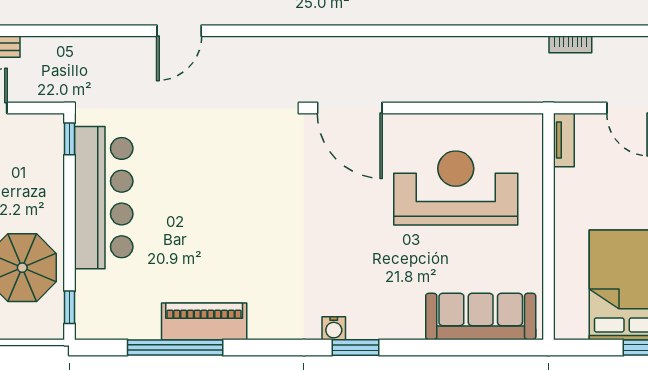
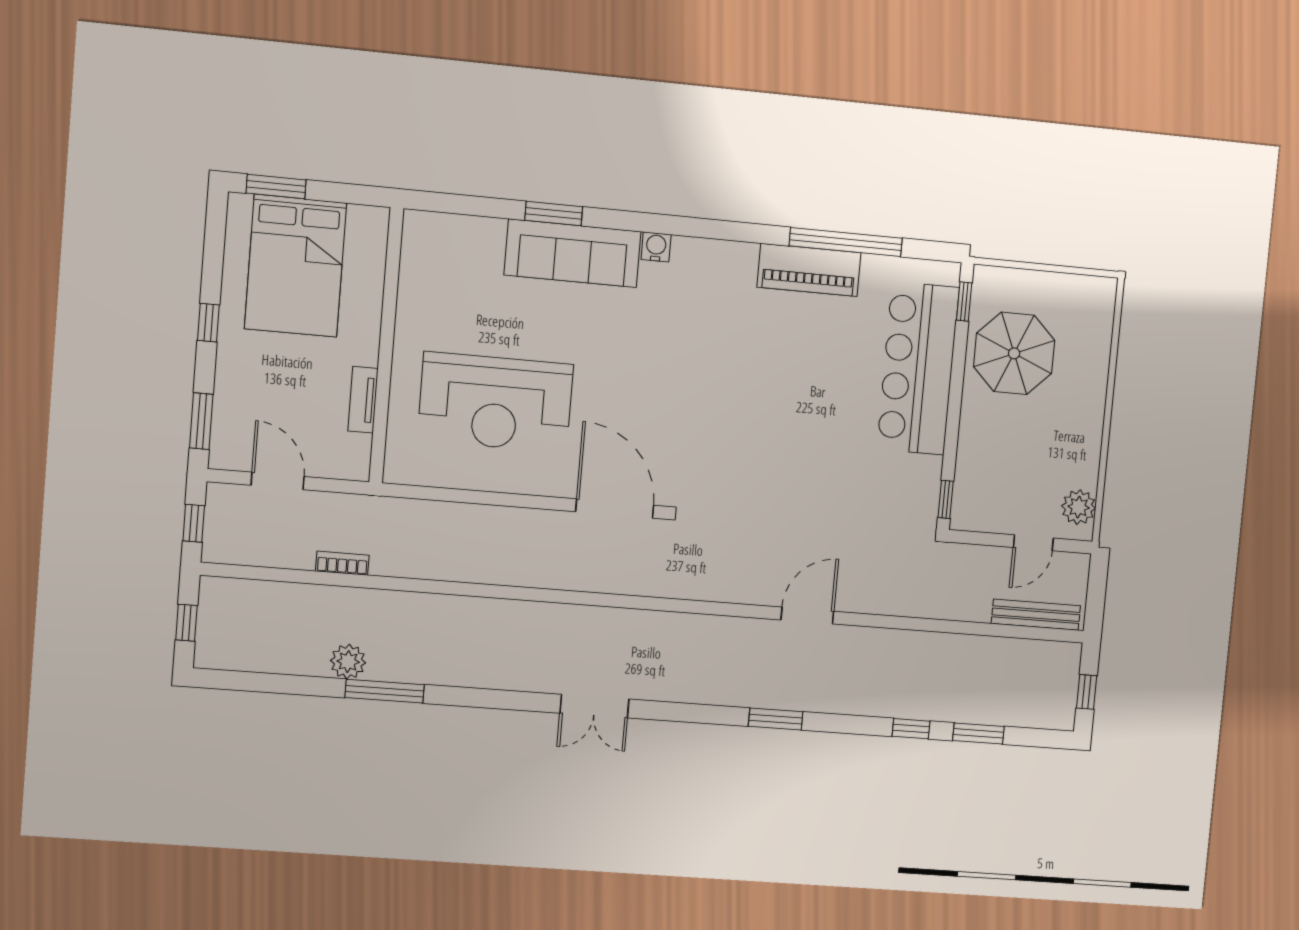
tv unit: (564, 140) -> (363, 400), moved
bar counter: (104, 198) -> (918, 368), moved
sofa: (481, 316) -> (573, 253), moved
window: (356, 348) -> (554, 214), moved

